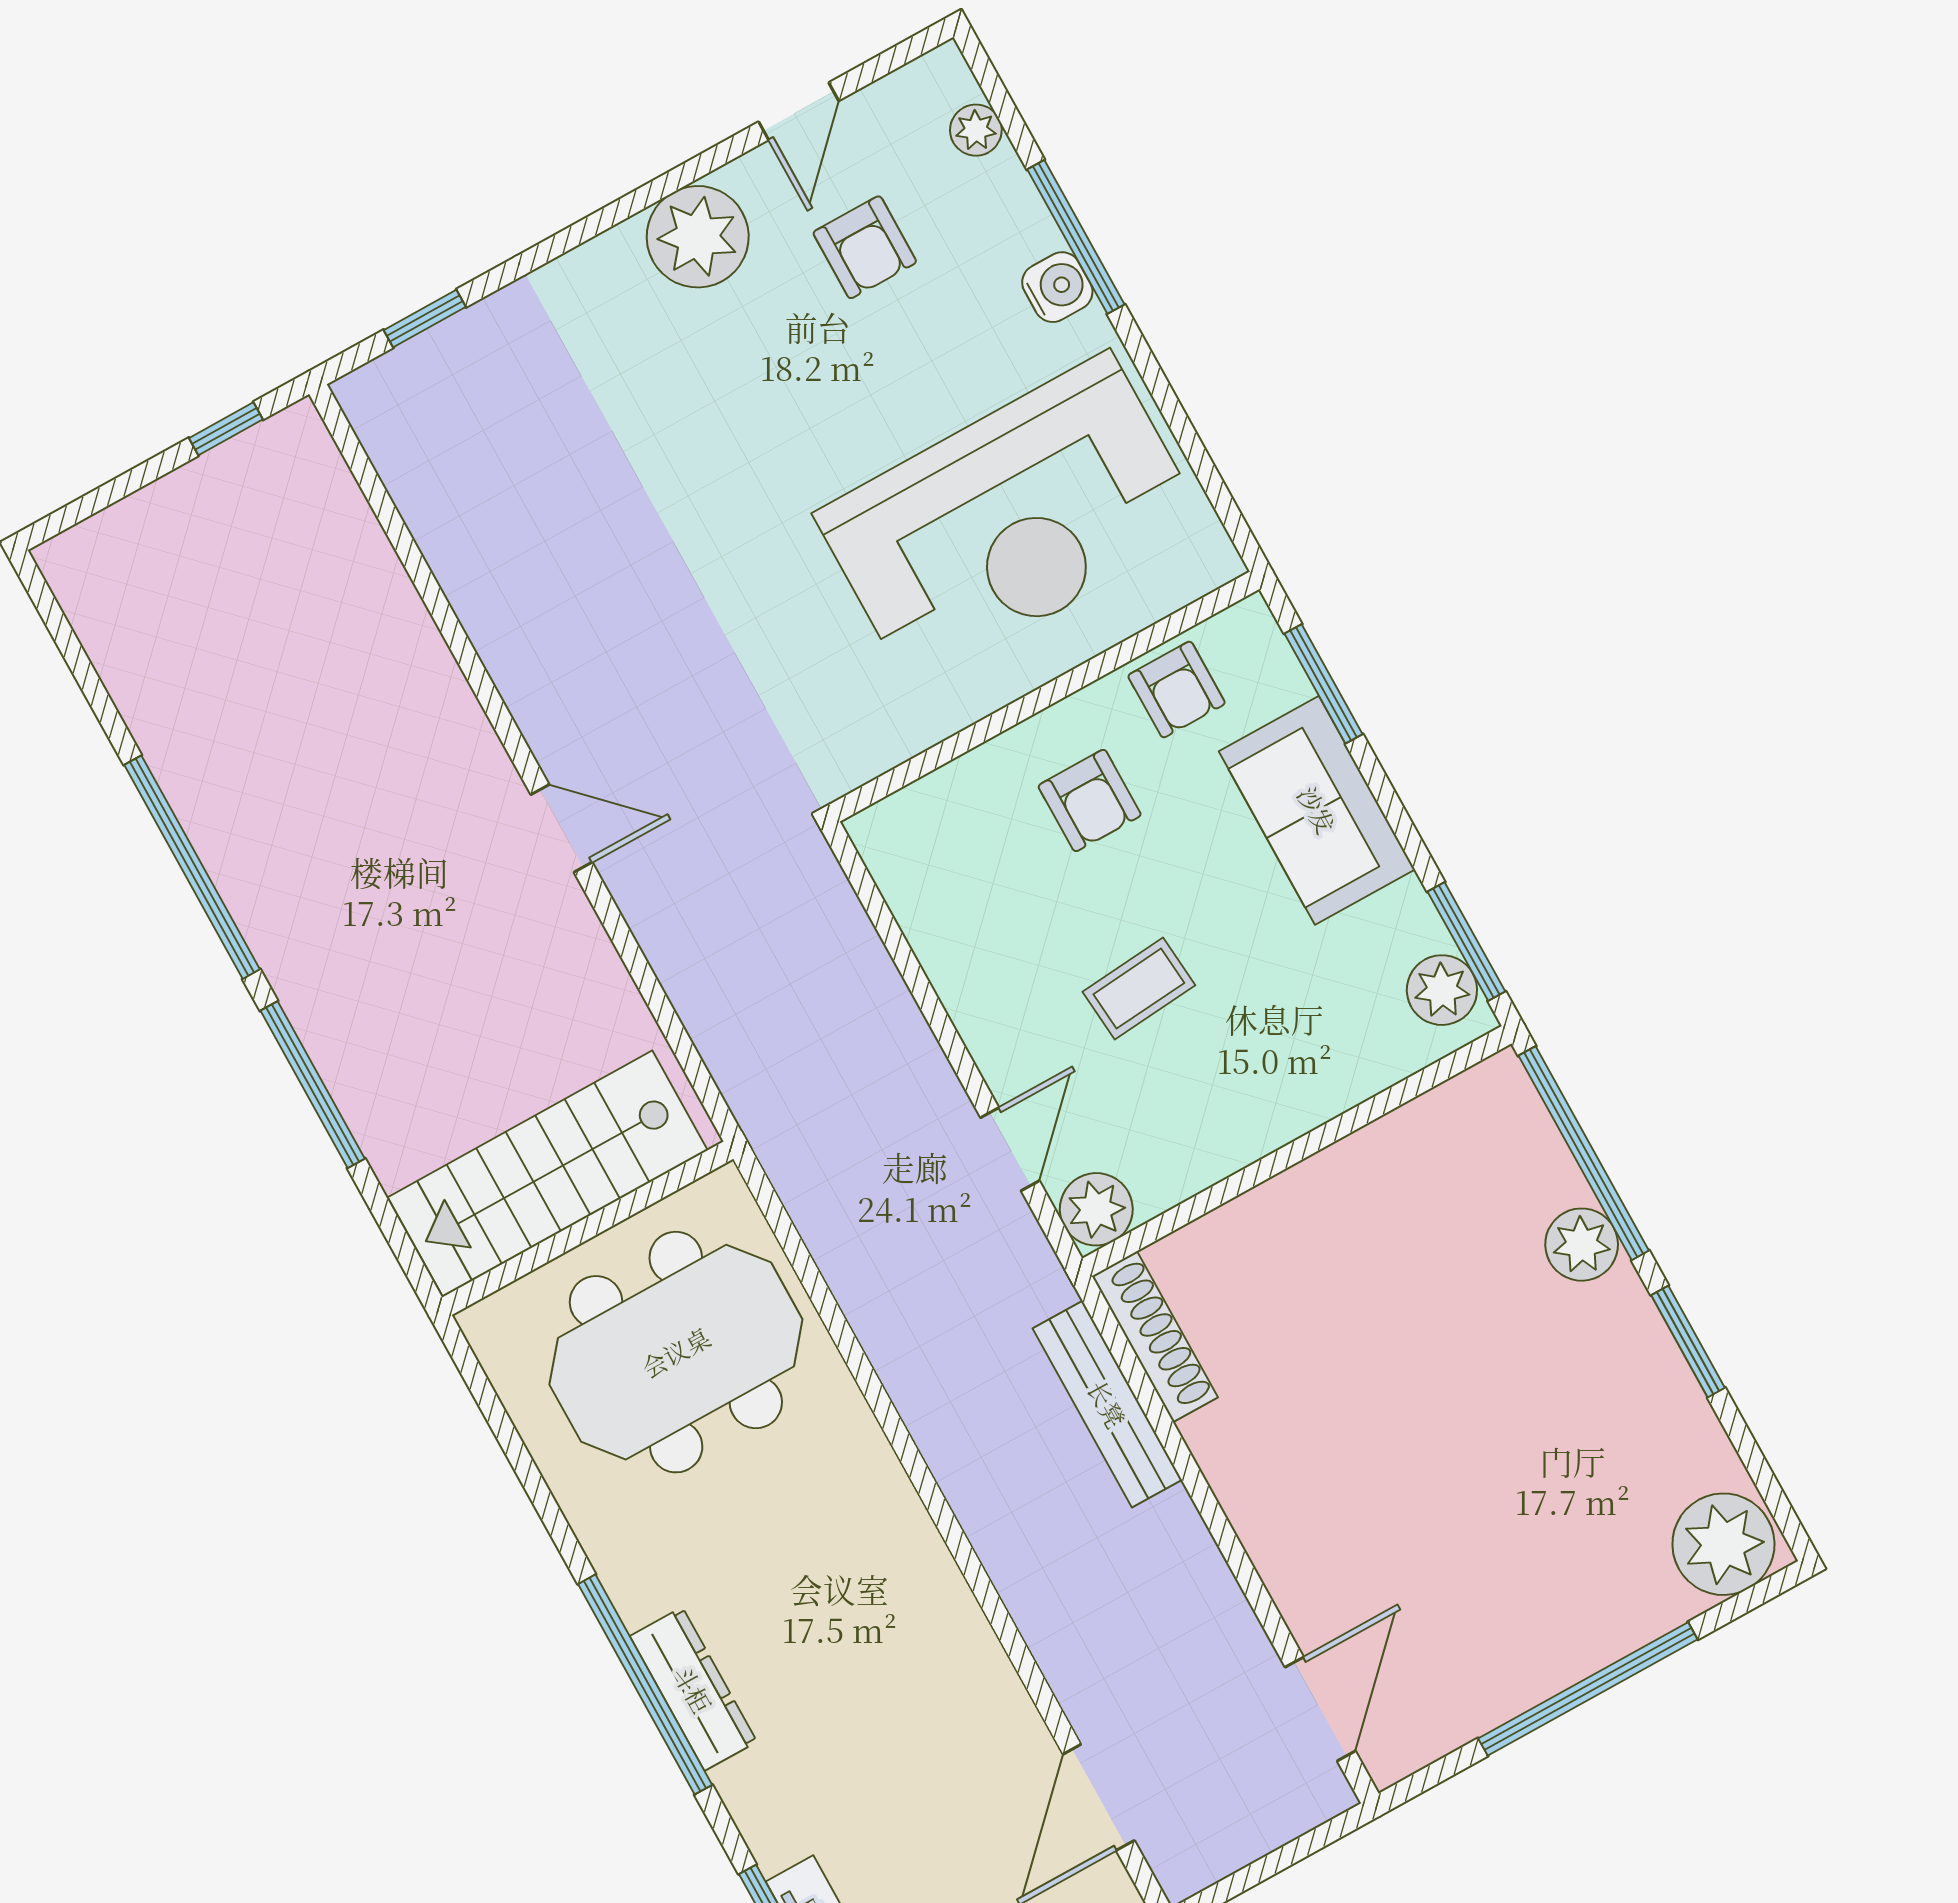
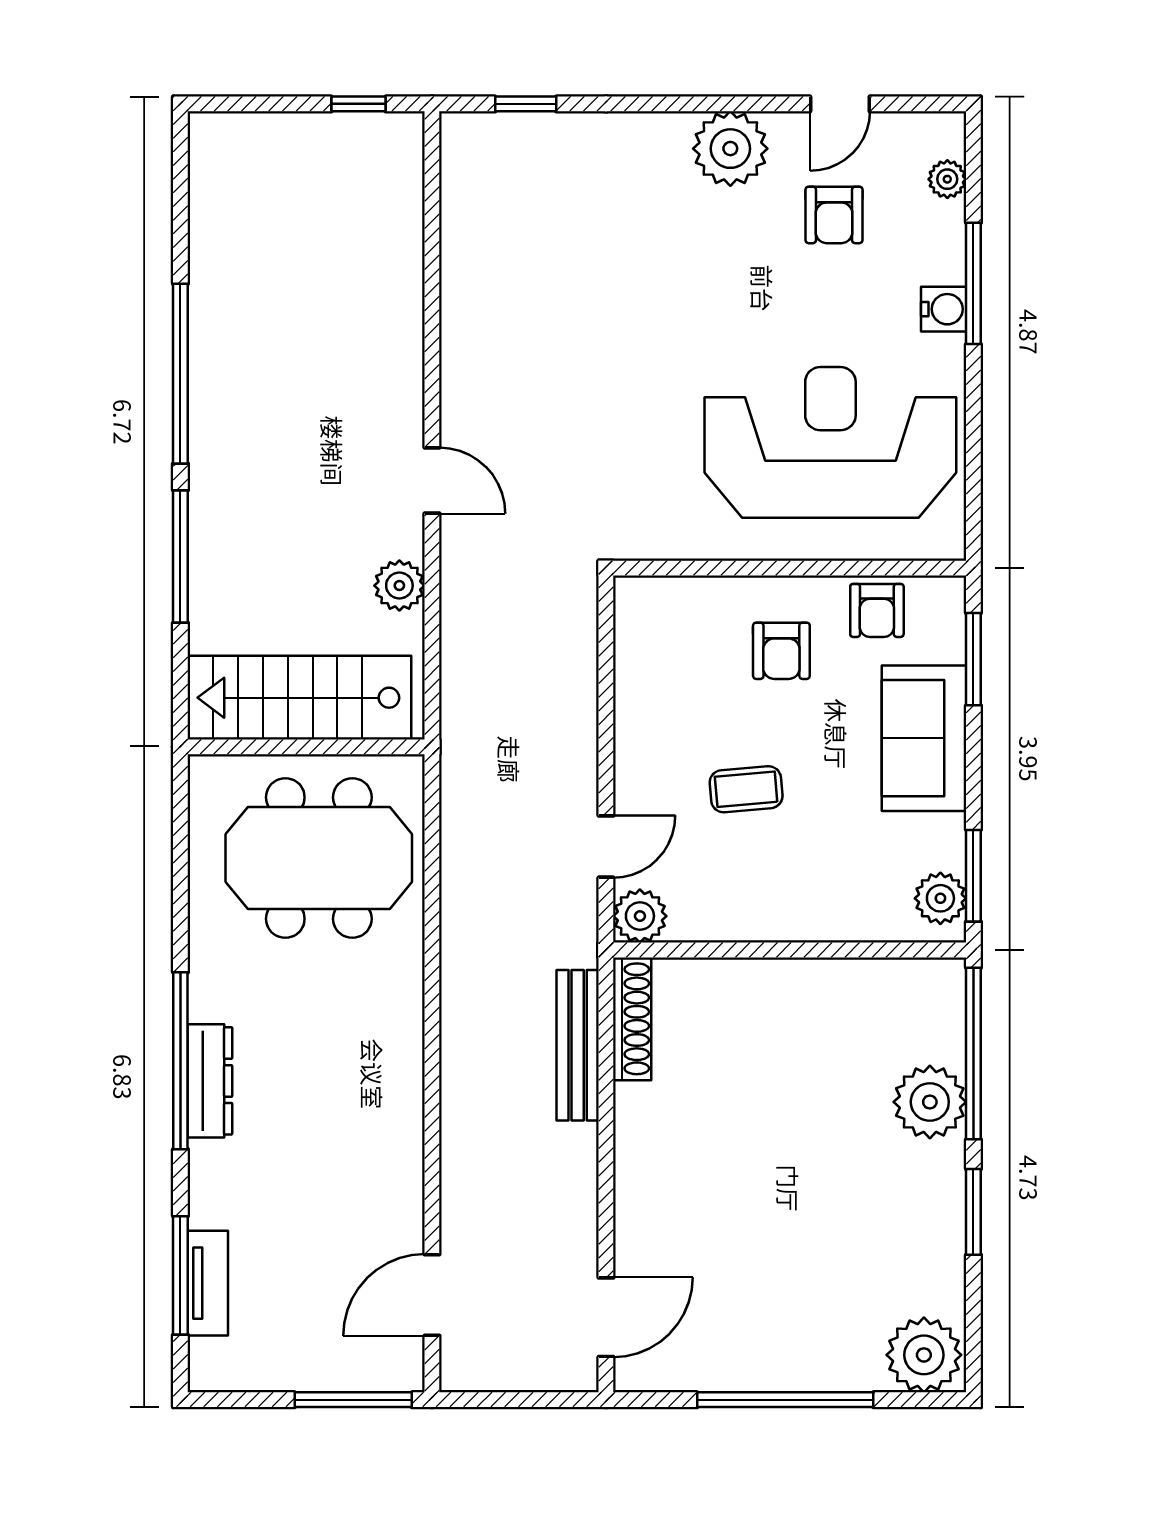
reception desk: (1011, 520) -> (830, 442), turned 180
plant: (592, 975) -> (399, 586), added
plant: (1582, 1245) -> (930, 1102), width x1.36, depth x1.36

